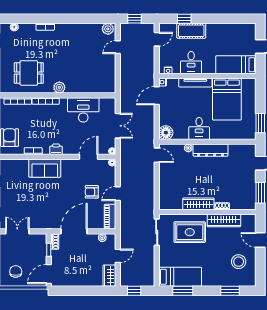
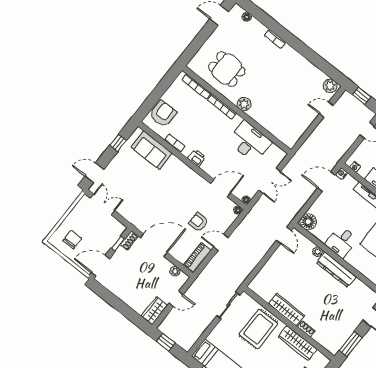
sofa: (45, 168) -> (152, 150), moved
rug: (190, 232) -> (258, 329), turned 90

